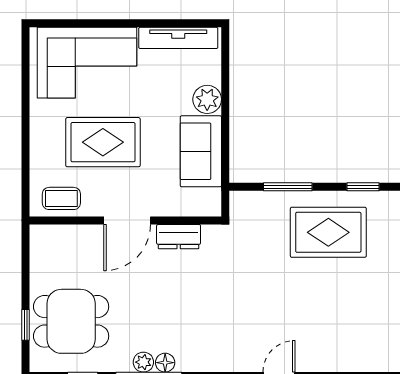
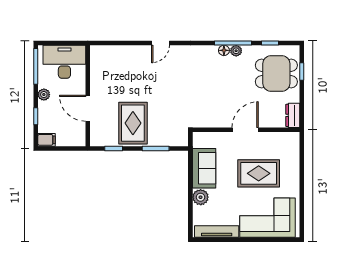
coffee table: (61, 198) -> (282, 142), removed
rug: (328, 232) -> (133, 123), turned 90
dresser: (179, 237) -> (293, 115), moved, turned -90

